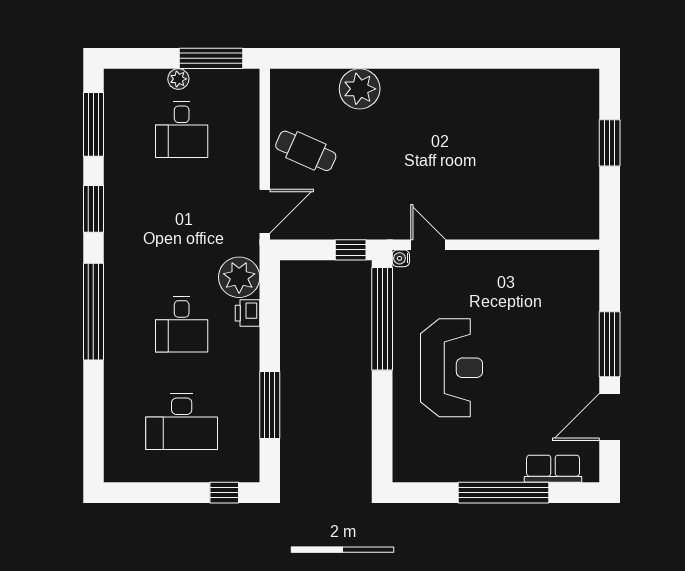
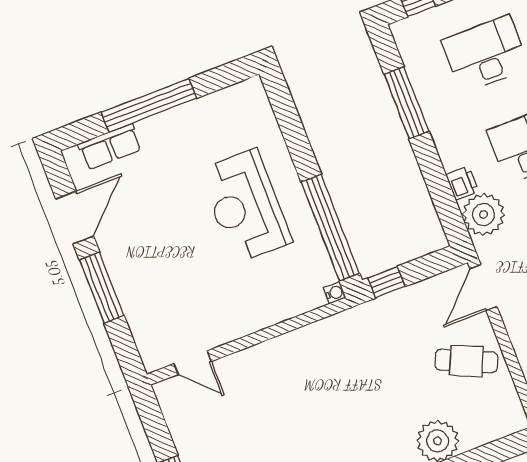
door: (428, 245) -> (193, 363), moved

